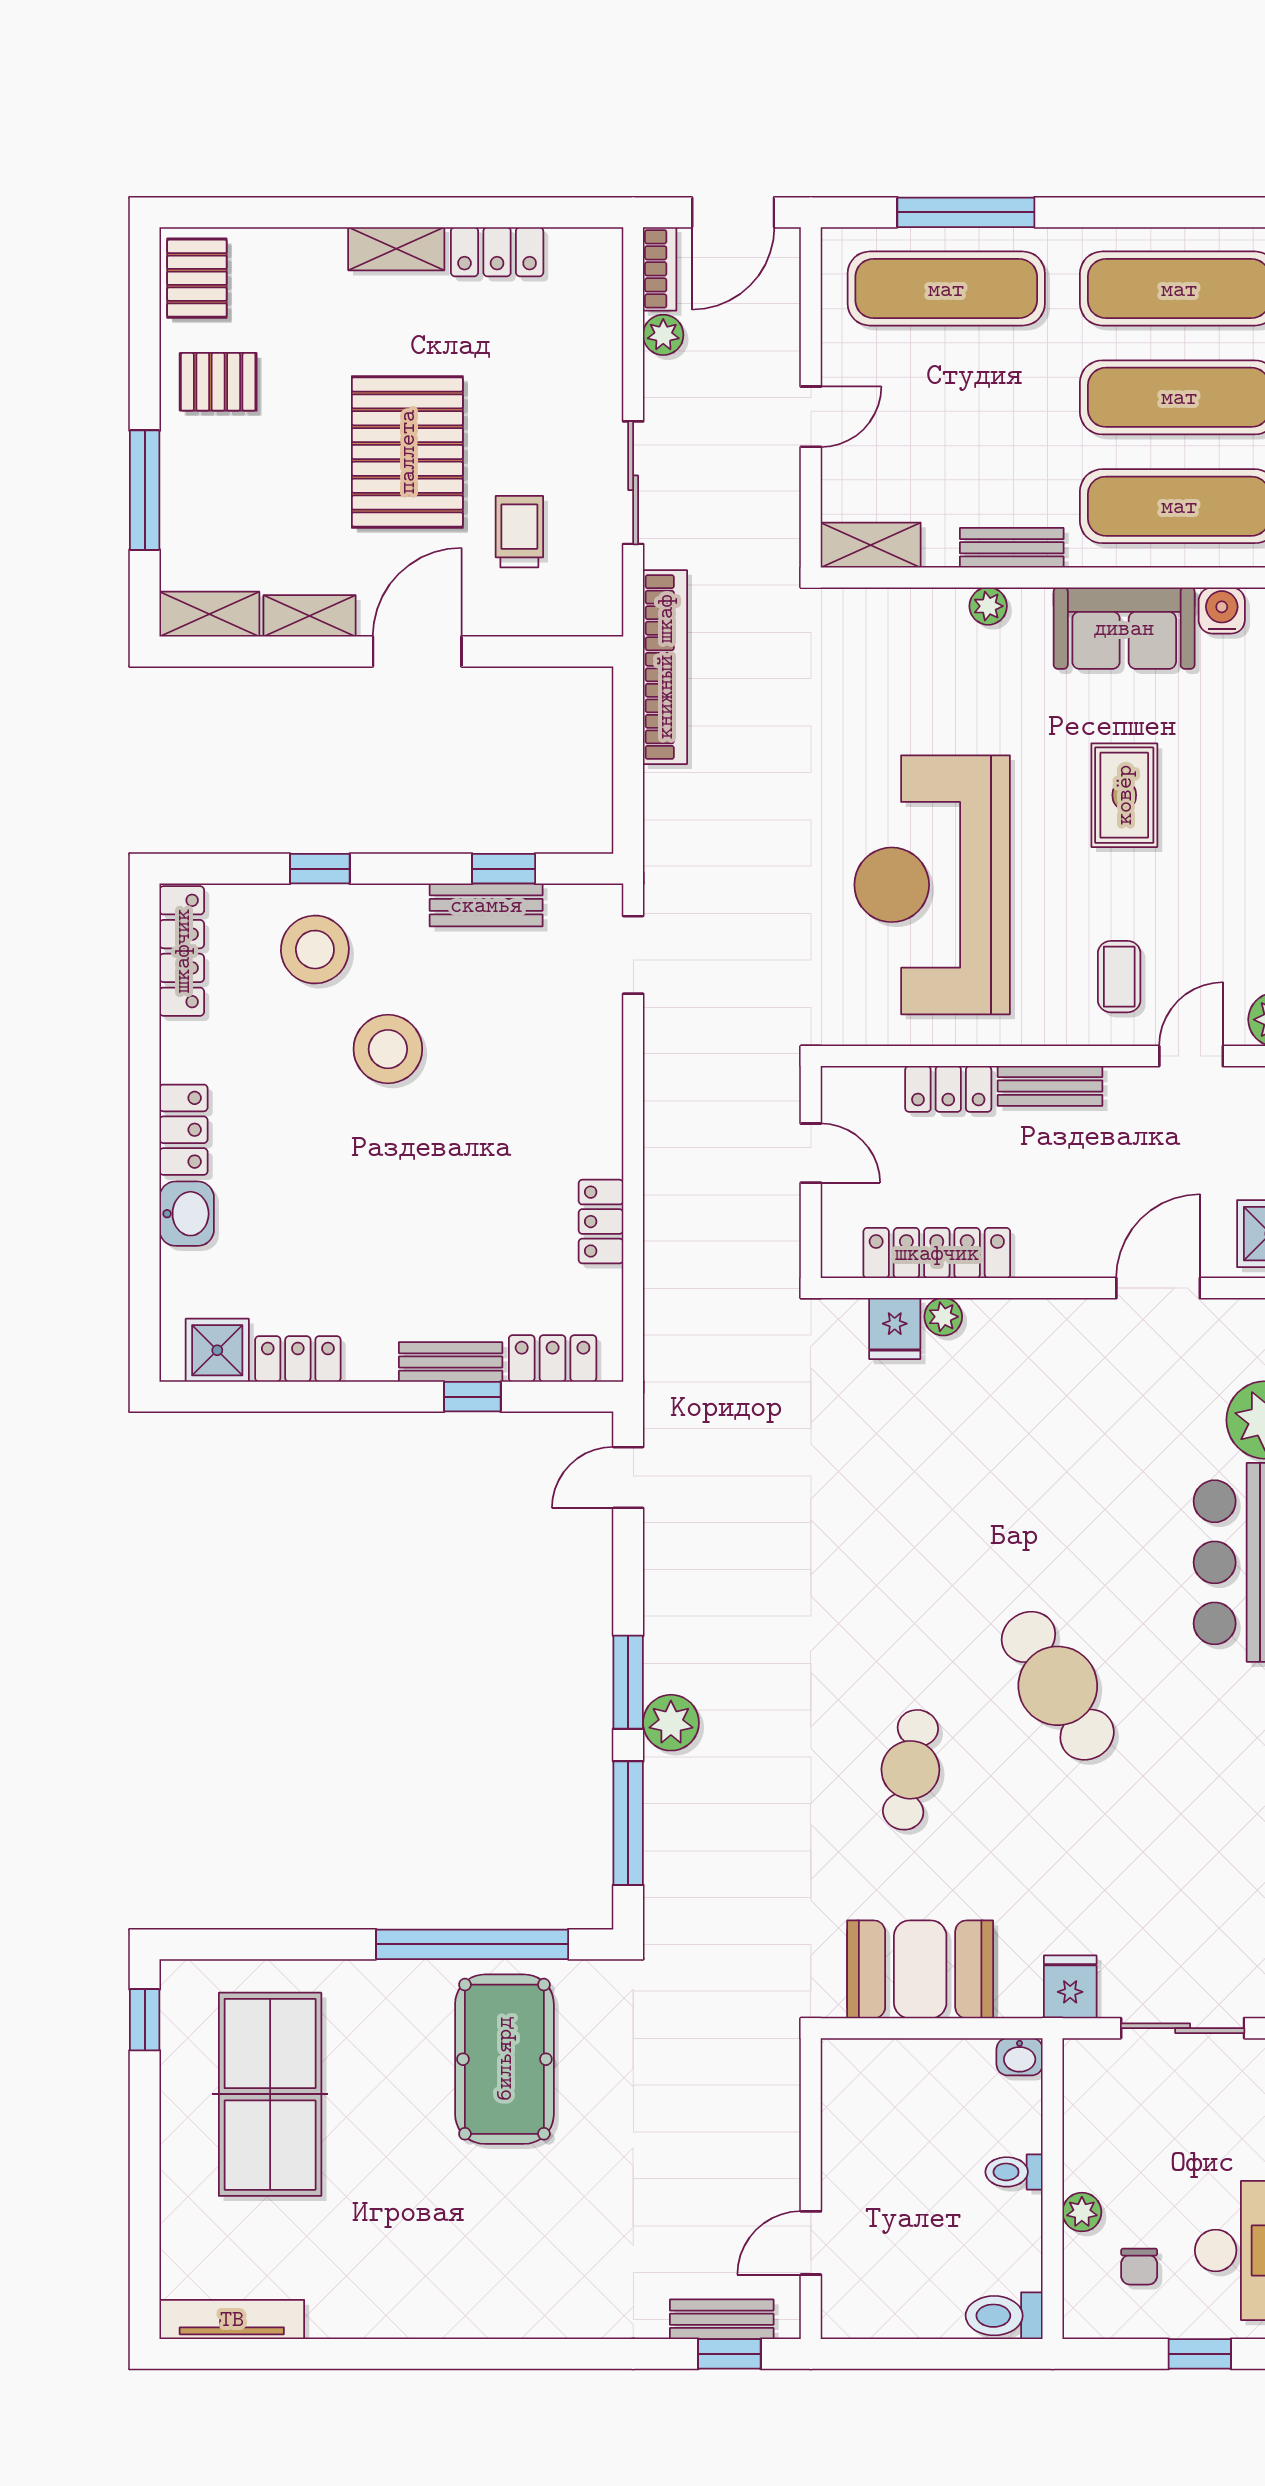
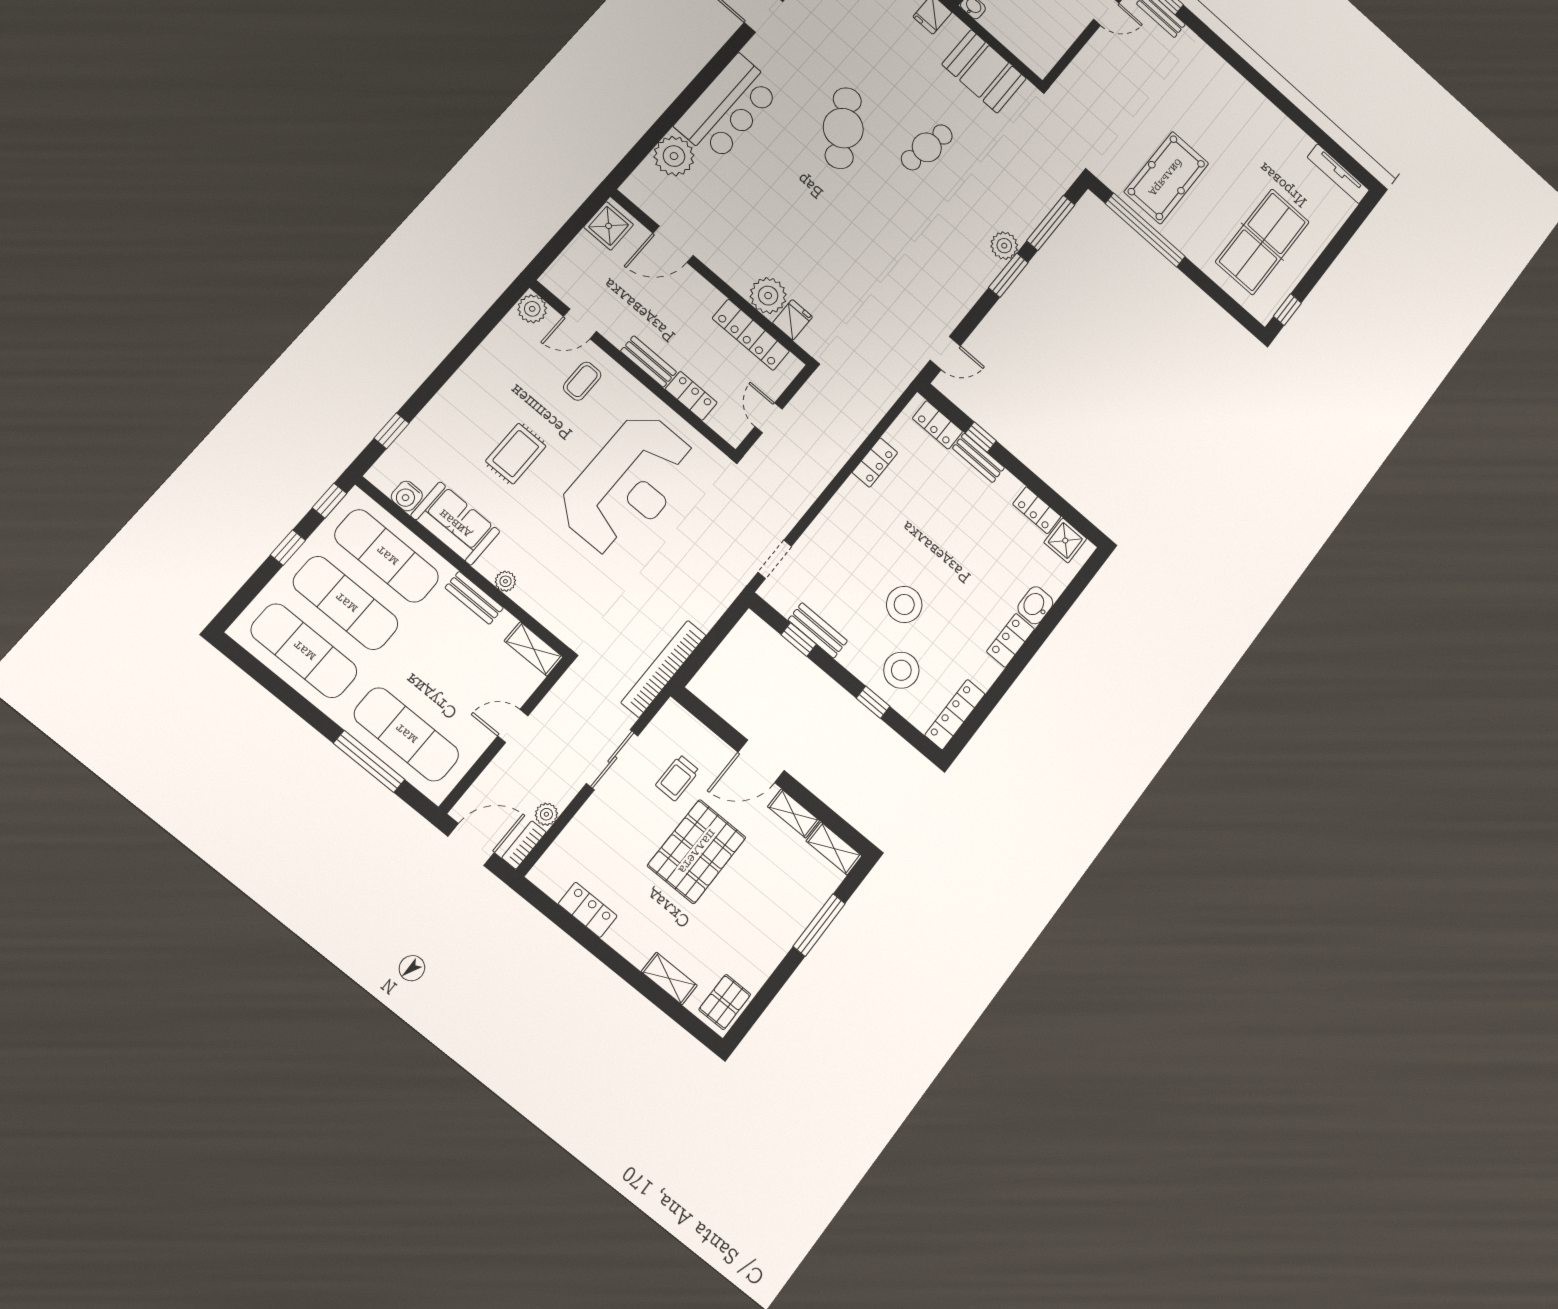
shelving: (396, 249) -> (669, 978), moved
pallet: (218, 382) -> (752, 948), removed
plant: (943, 1317) -> (768, 296), width x1.88, depth x1.88

